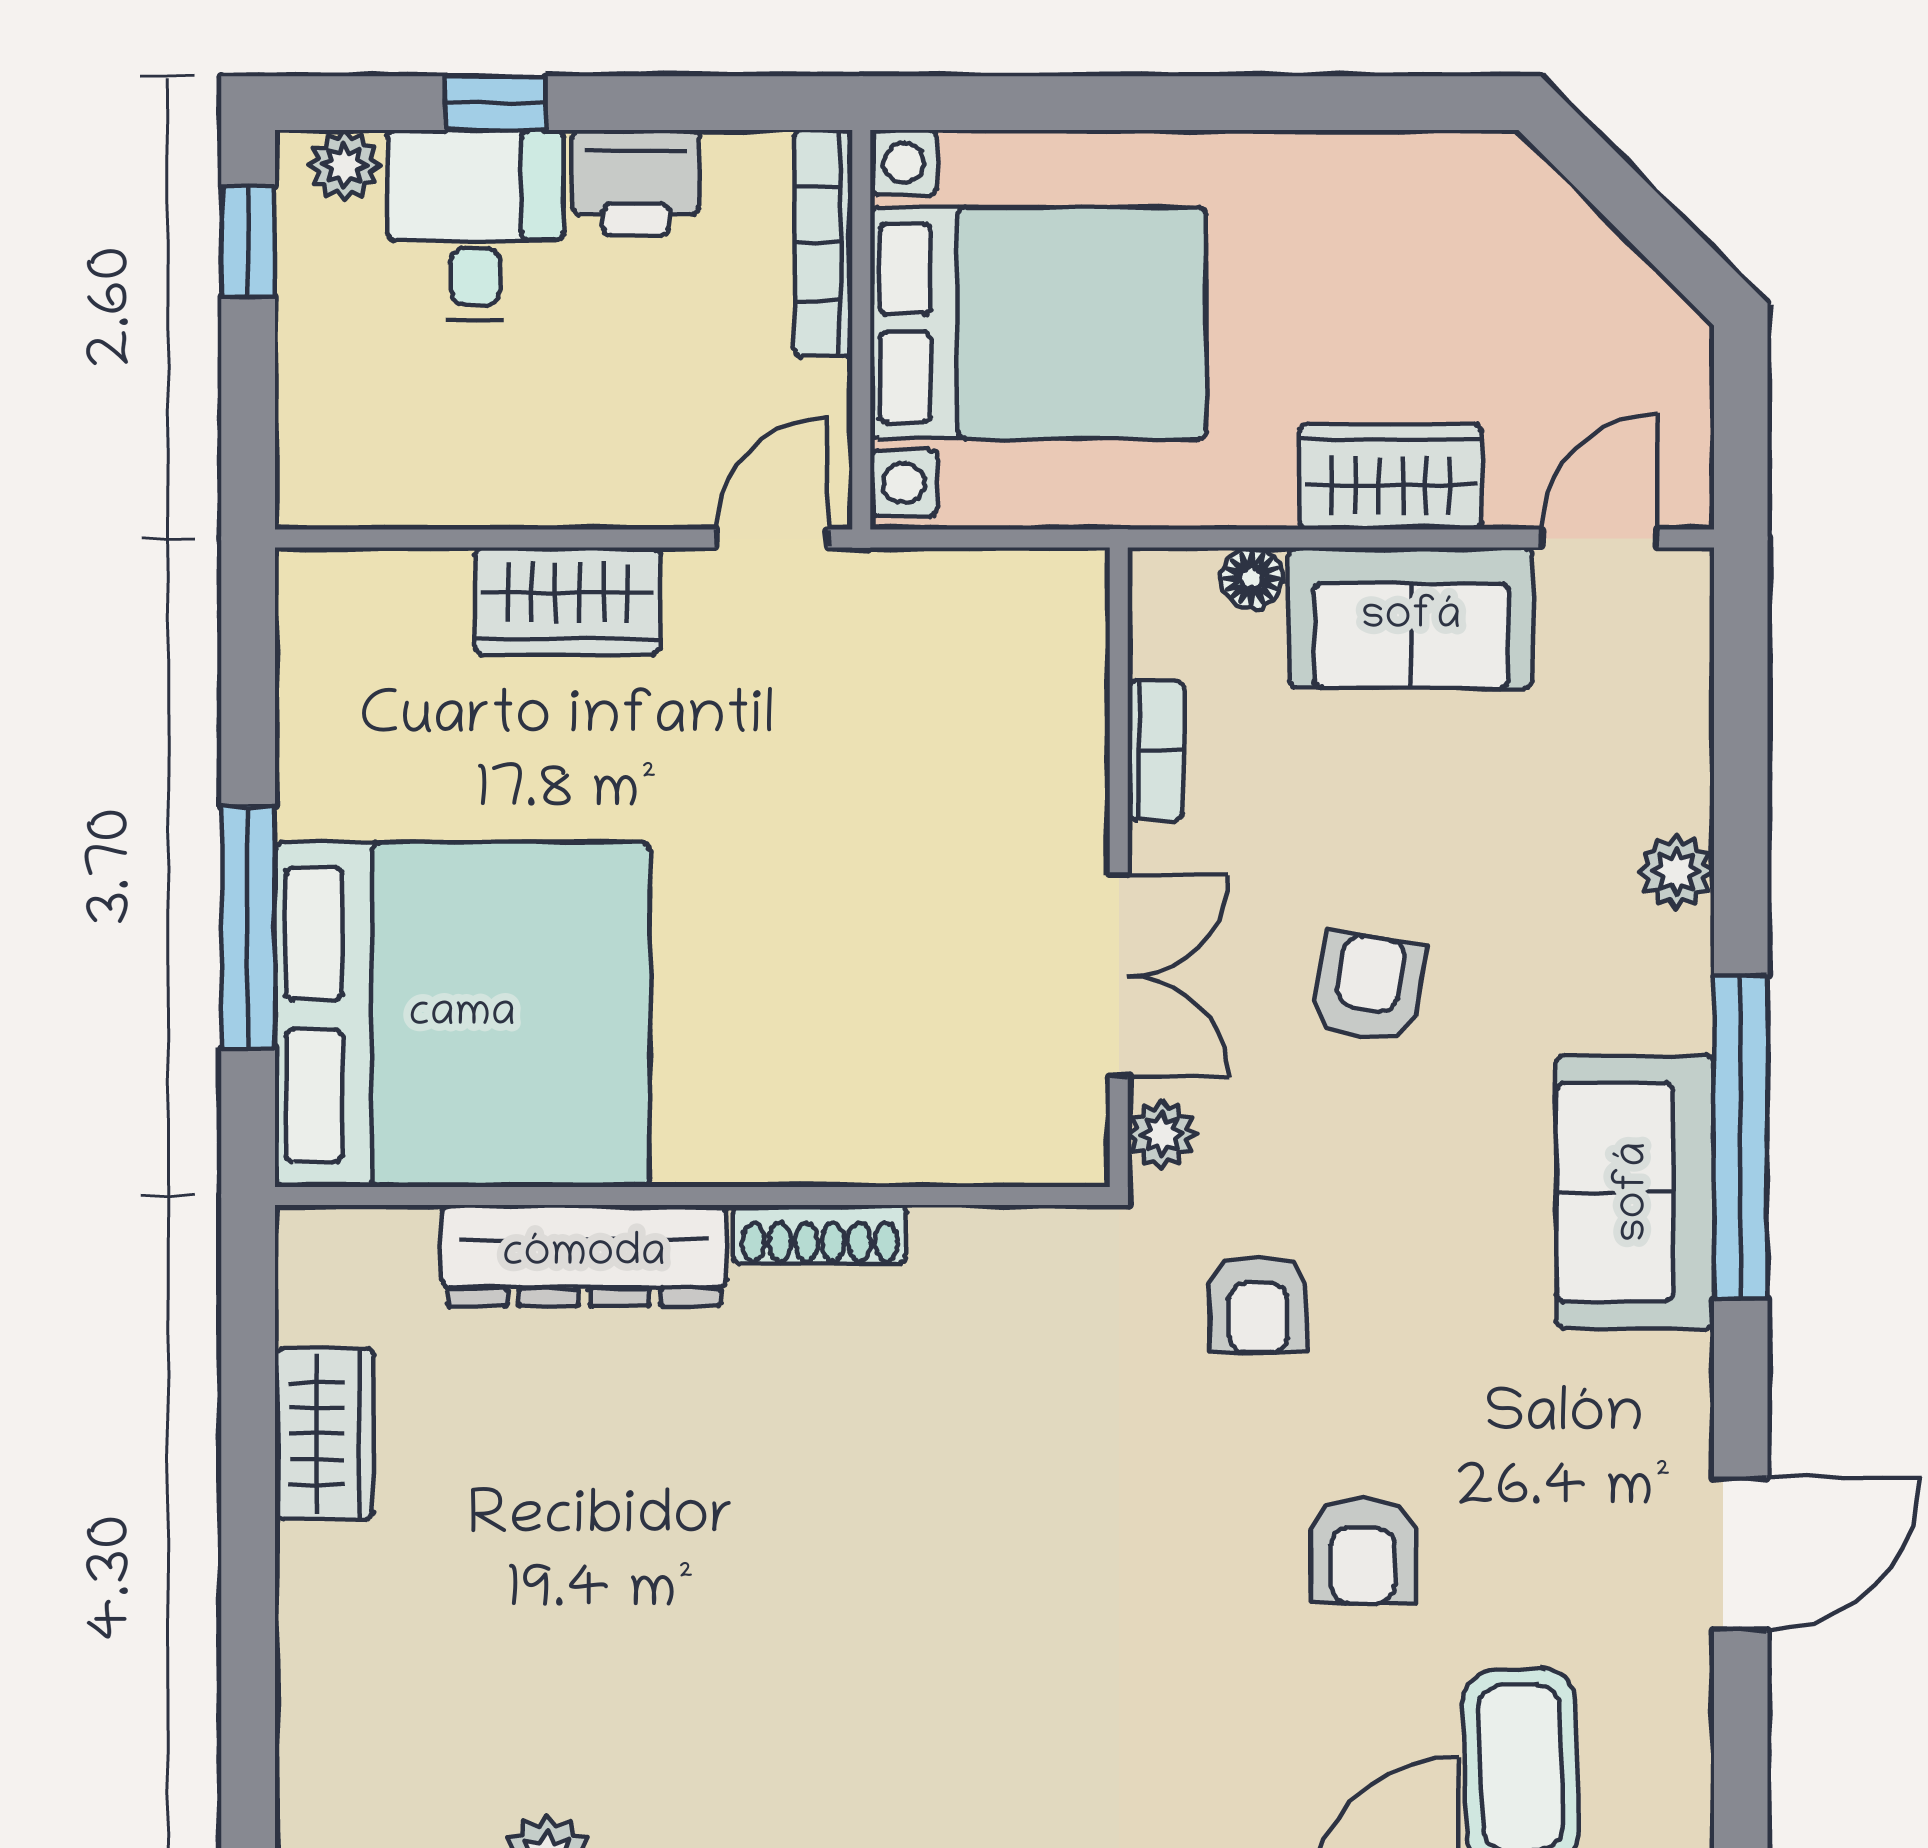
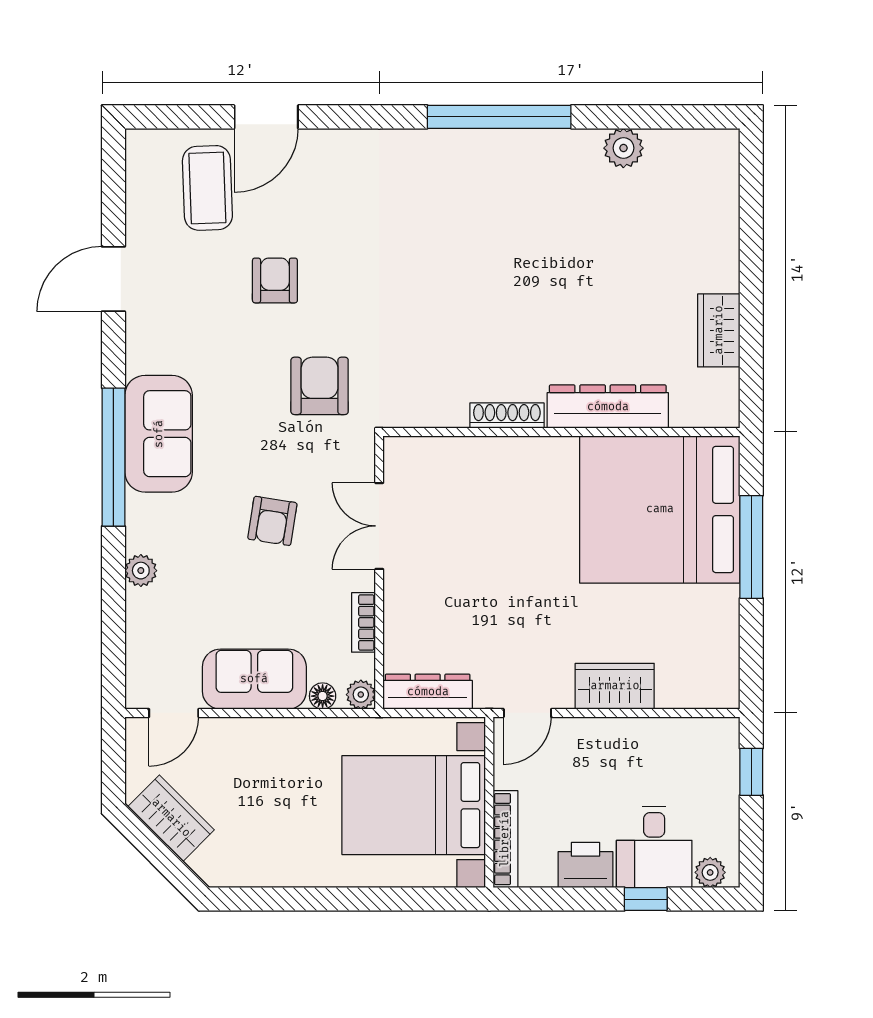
window: (248, 242) -> (751, 772), moved
wardrobe: (1391, 477) -> (171, 818), moved, turned -135
dresser: (1005, 588) -> (428, 692), added
plant: (1162, 1134) -> (361, 695), moved
armchair: (1258, 1304) -> (320, 386), width x1.38, depth x1.38

